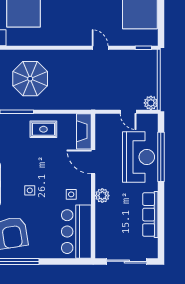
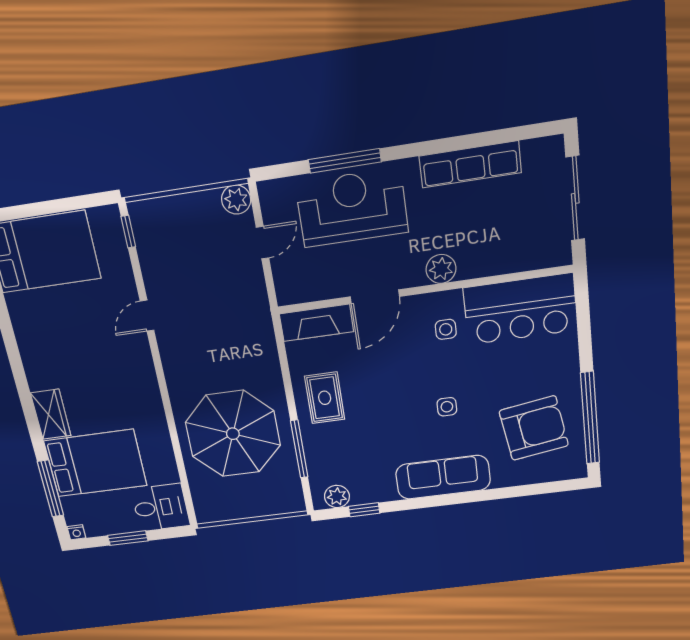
parasol: (30, 79) -> (233, 434), width x1.36, depth x1.36
window: (161, 157) -> (345, 161), width x0.68

